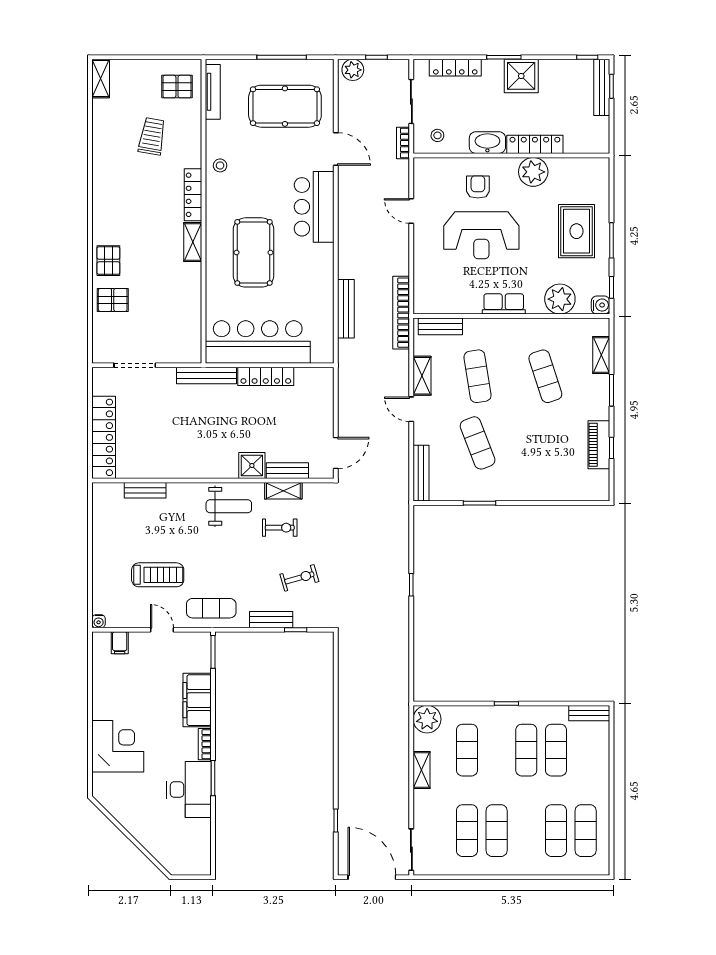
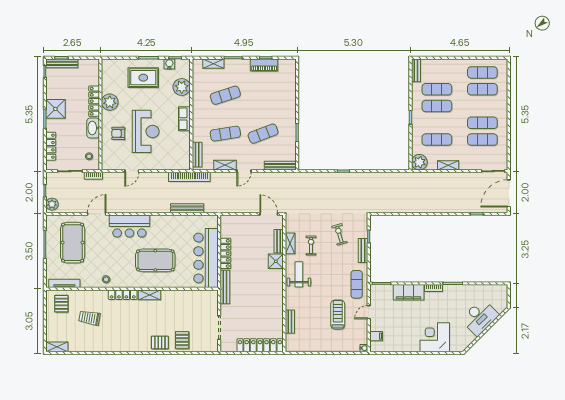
water cooler: (601, 305) -> (169, 64), moved
desk: (189, 790) -> (480, 317), moved, turned 135

